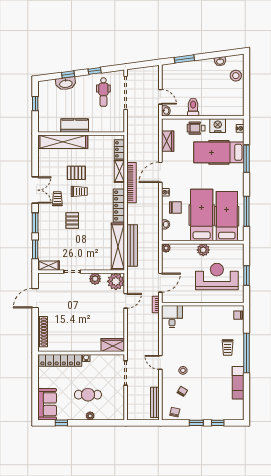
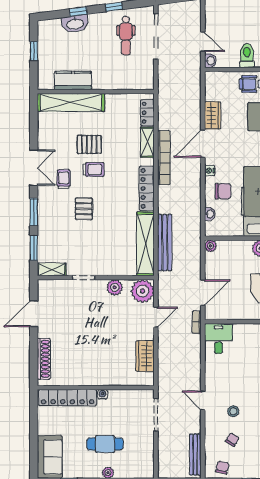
kitchen counter: (75, 126) -> (73, 81), moved
wardrobe: (168, 141) -> (213, 115), moved
wardrobe: (113, 345) -> (145, 356), moved, turned -90

